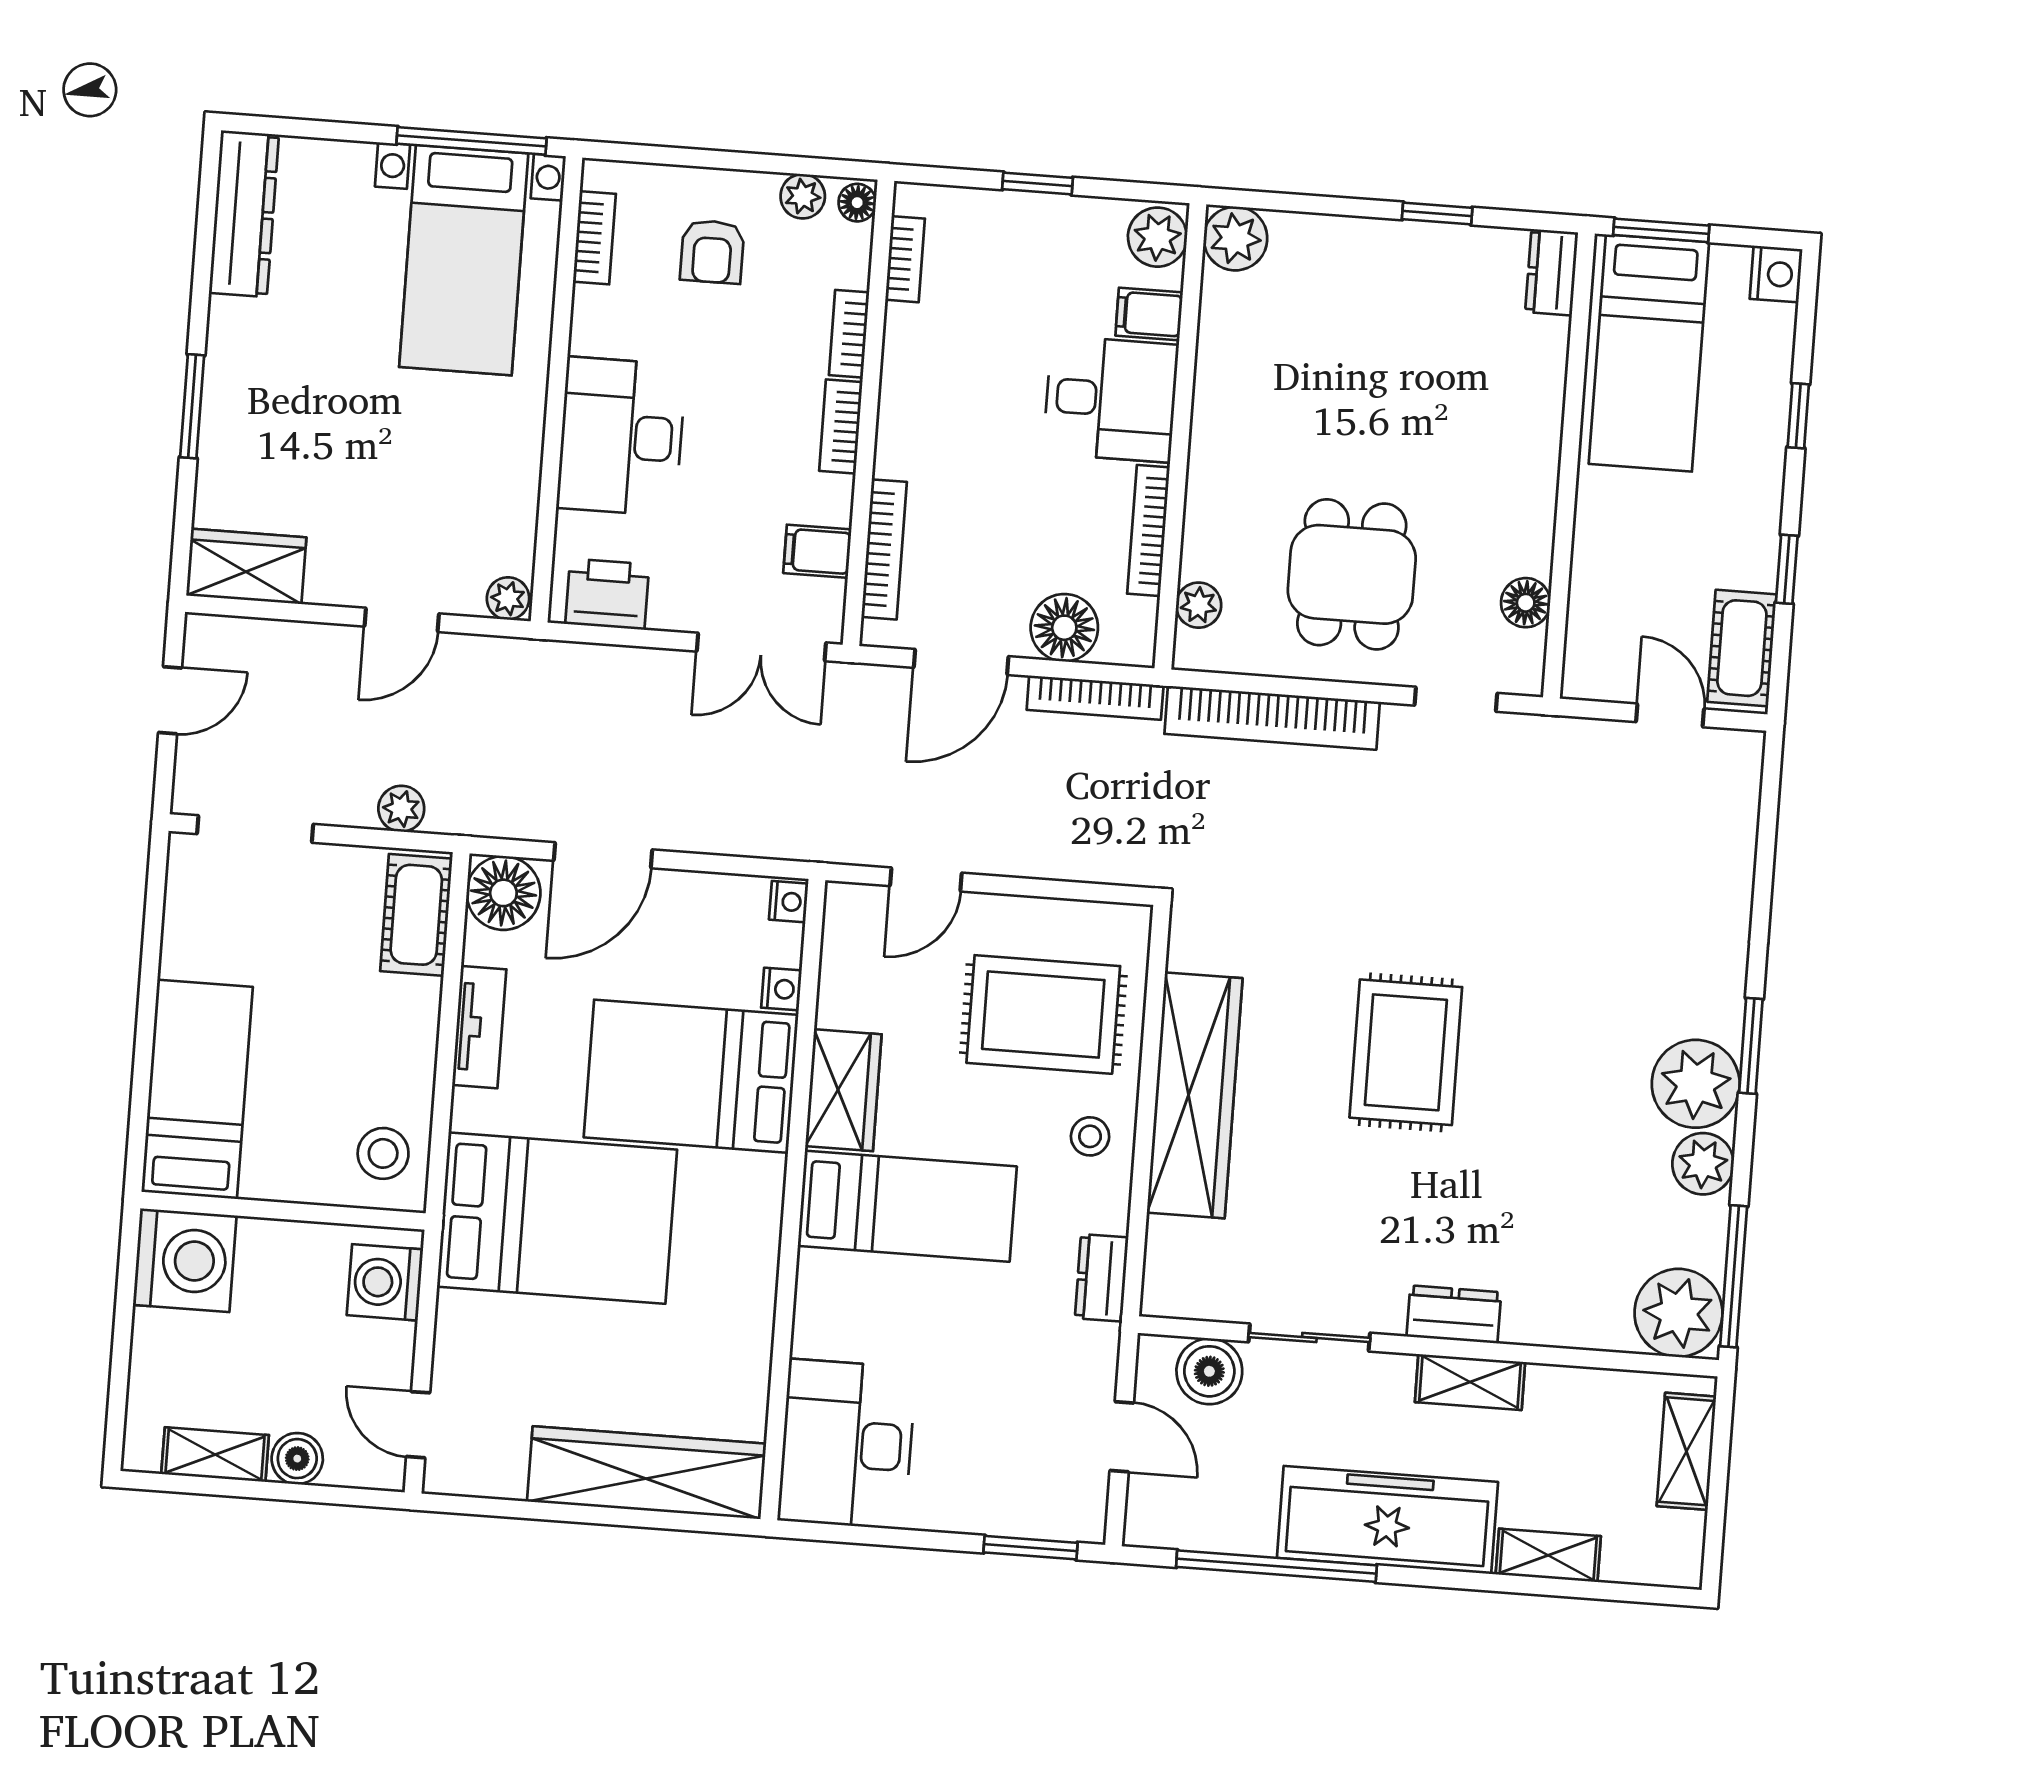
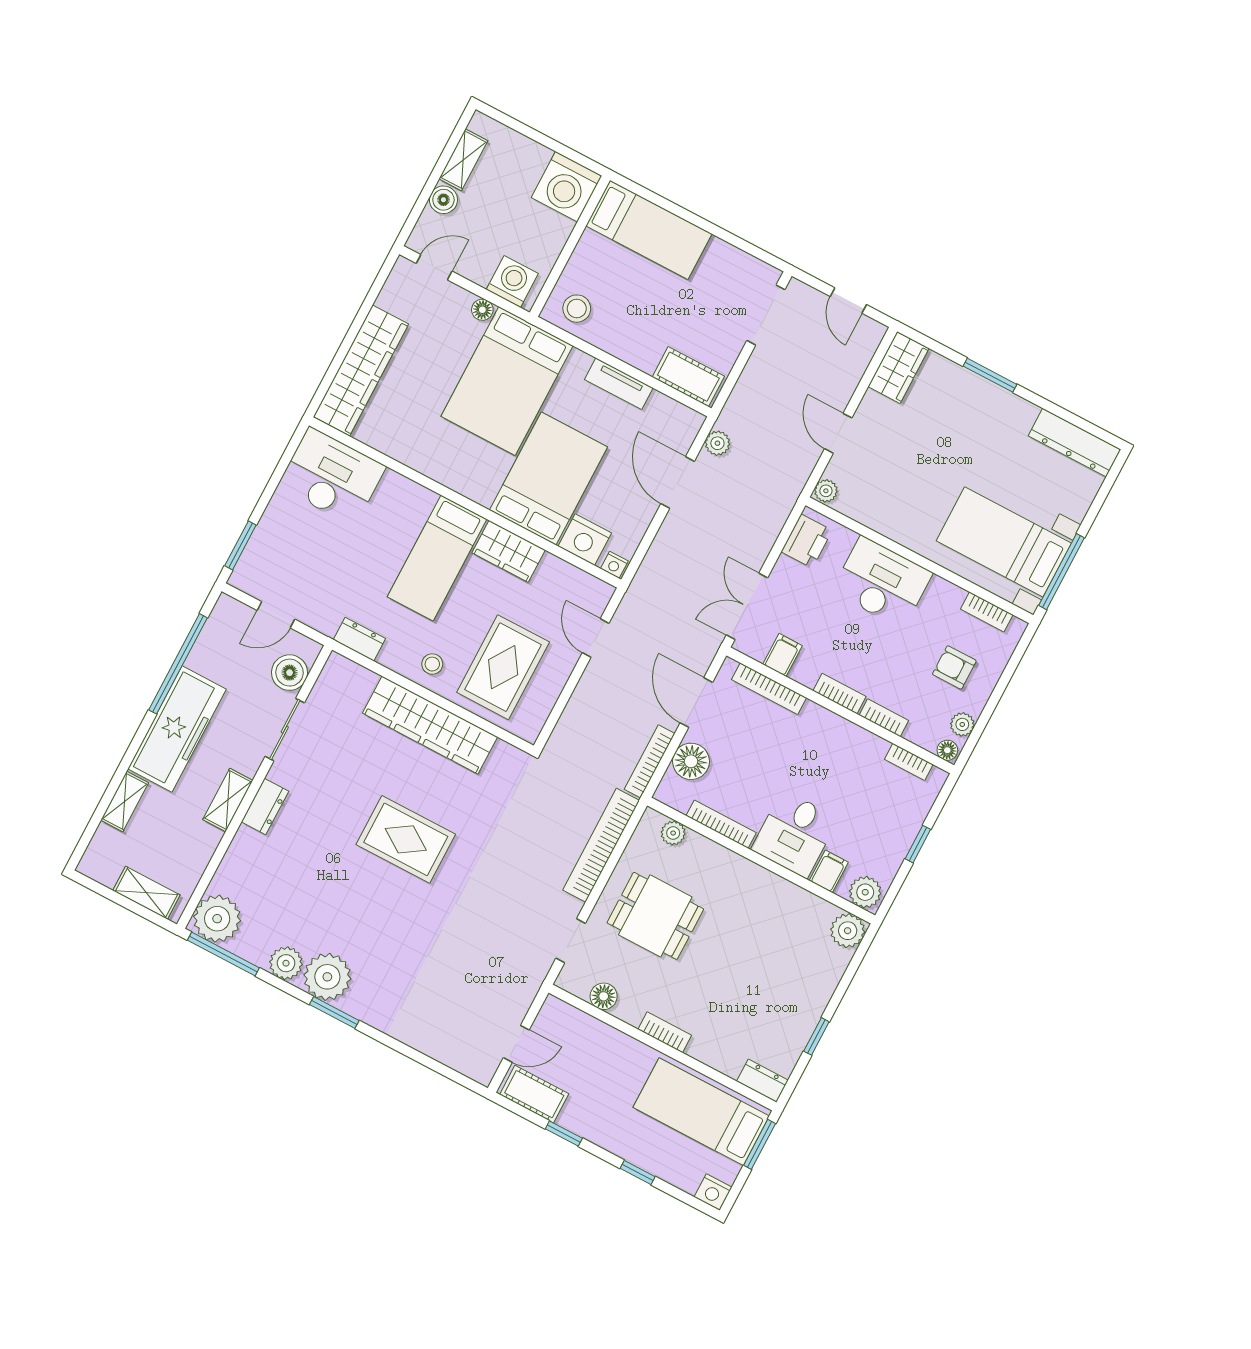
bookcase: (1542, 473) -> (665, 1032), added
plant: (401, 809) -> (717, 443), moved
floor lamp: (503, 893) -> (482, 310), moved, width x0.53, depth x0.53
nightstand: (781, 989) -> (585, 540), width x1.89, depth x1.79

